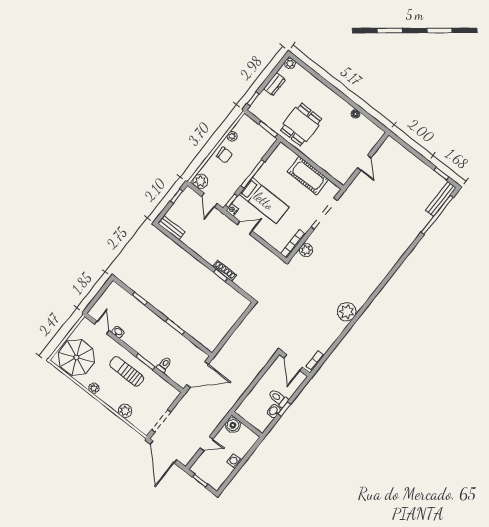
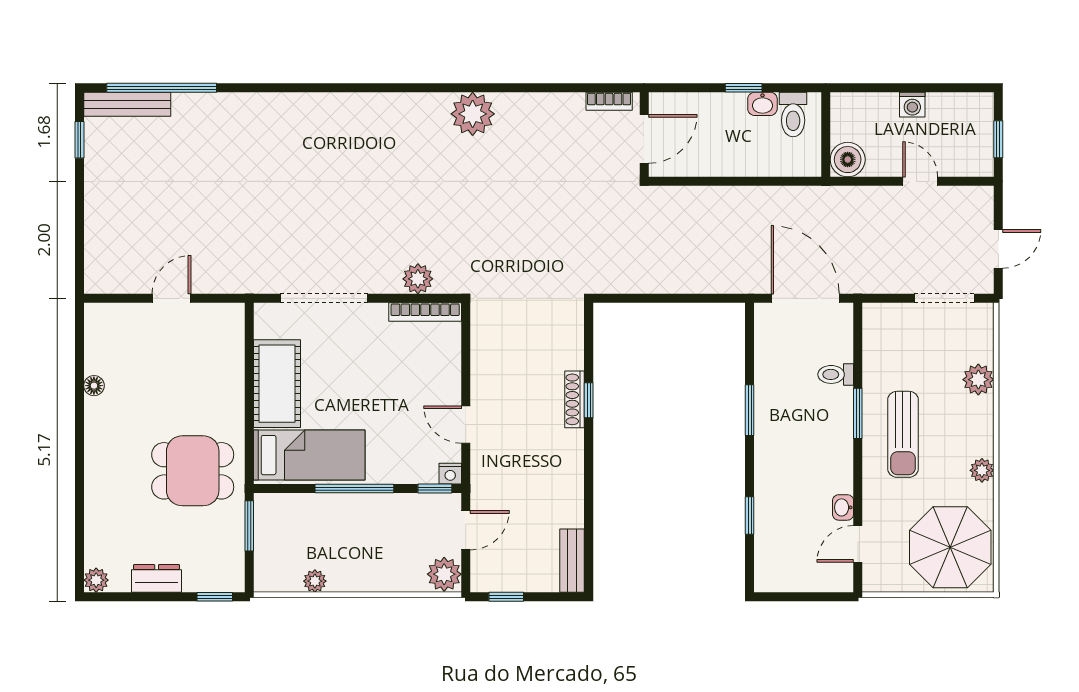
chair: (224, 155) -> (361, 568), removed
bed: (264, 201) -> (309, 455), moved, turned 90
toilet: (278, 398) -> (793, 114), moved
door: (163, 452) -> (998, 249), width x0.53

